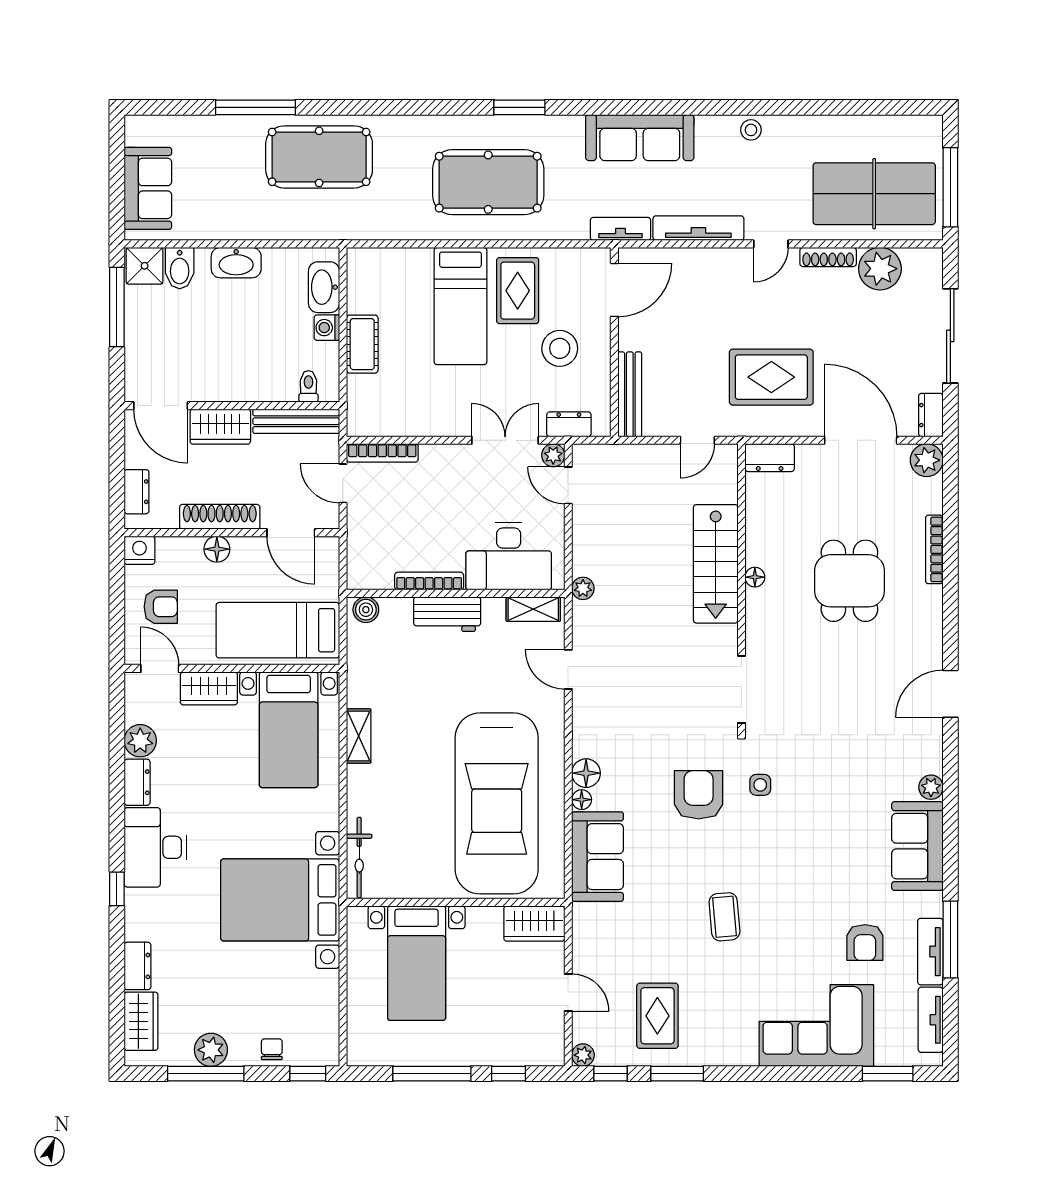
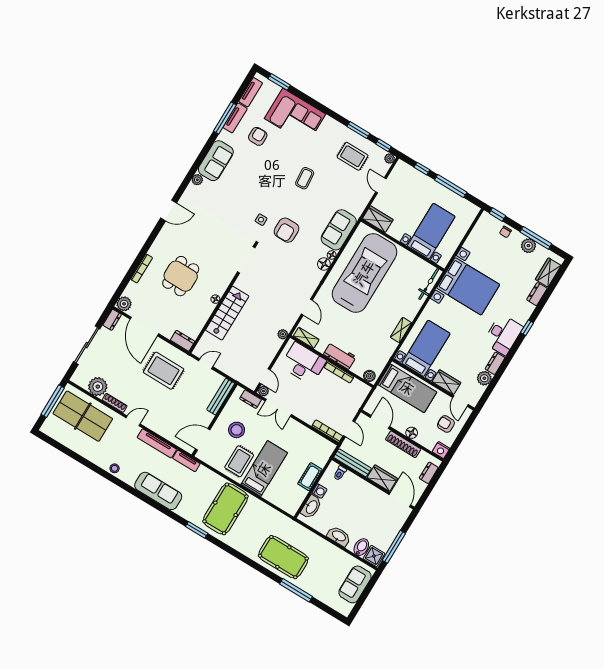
pool table: (488, 182) -> (225, 509), turned 90
rug: (657, 1016) -> (353, 156), turned 90

